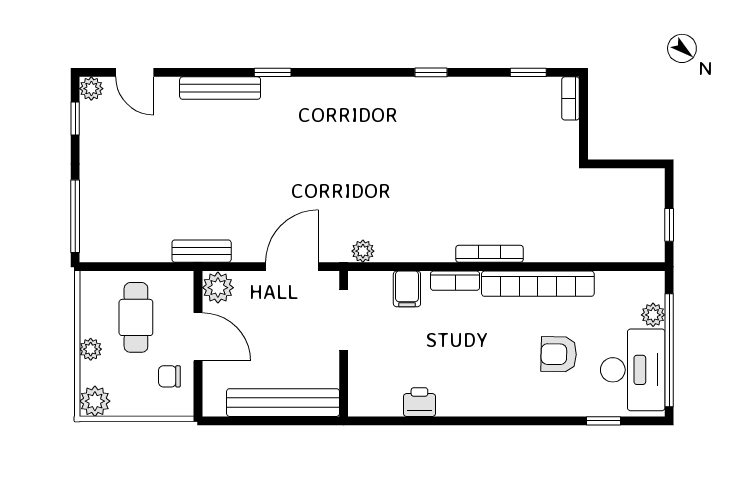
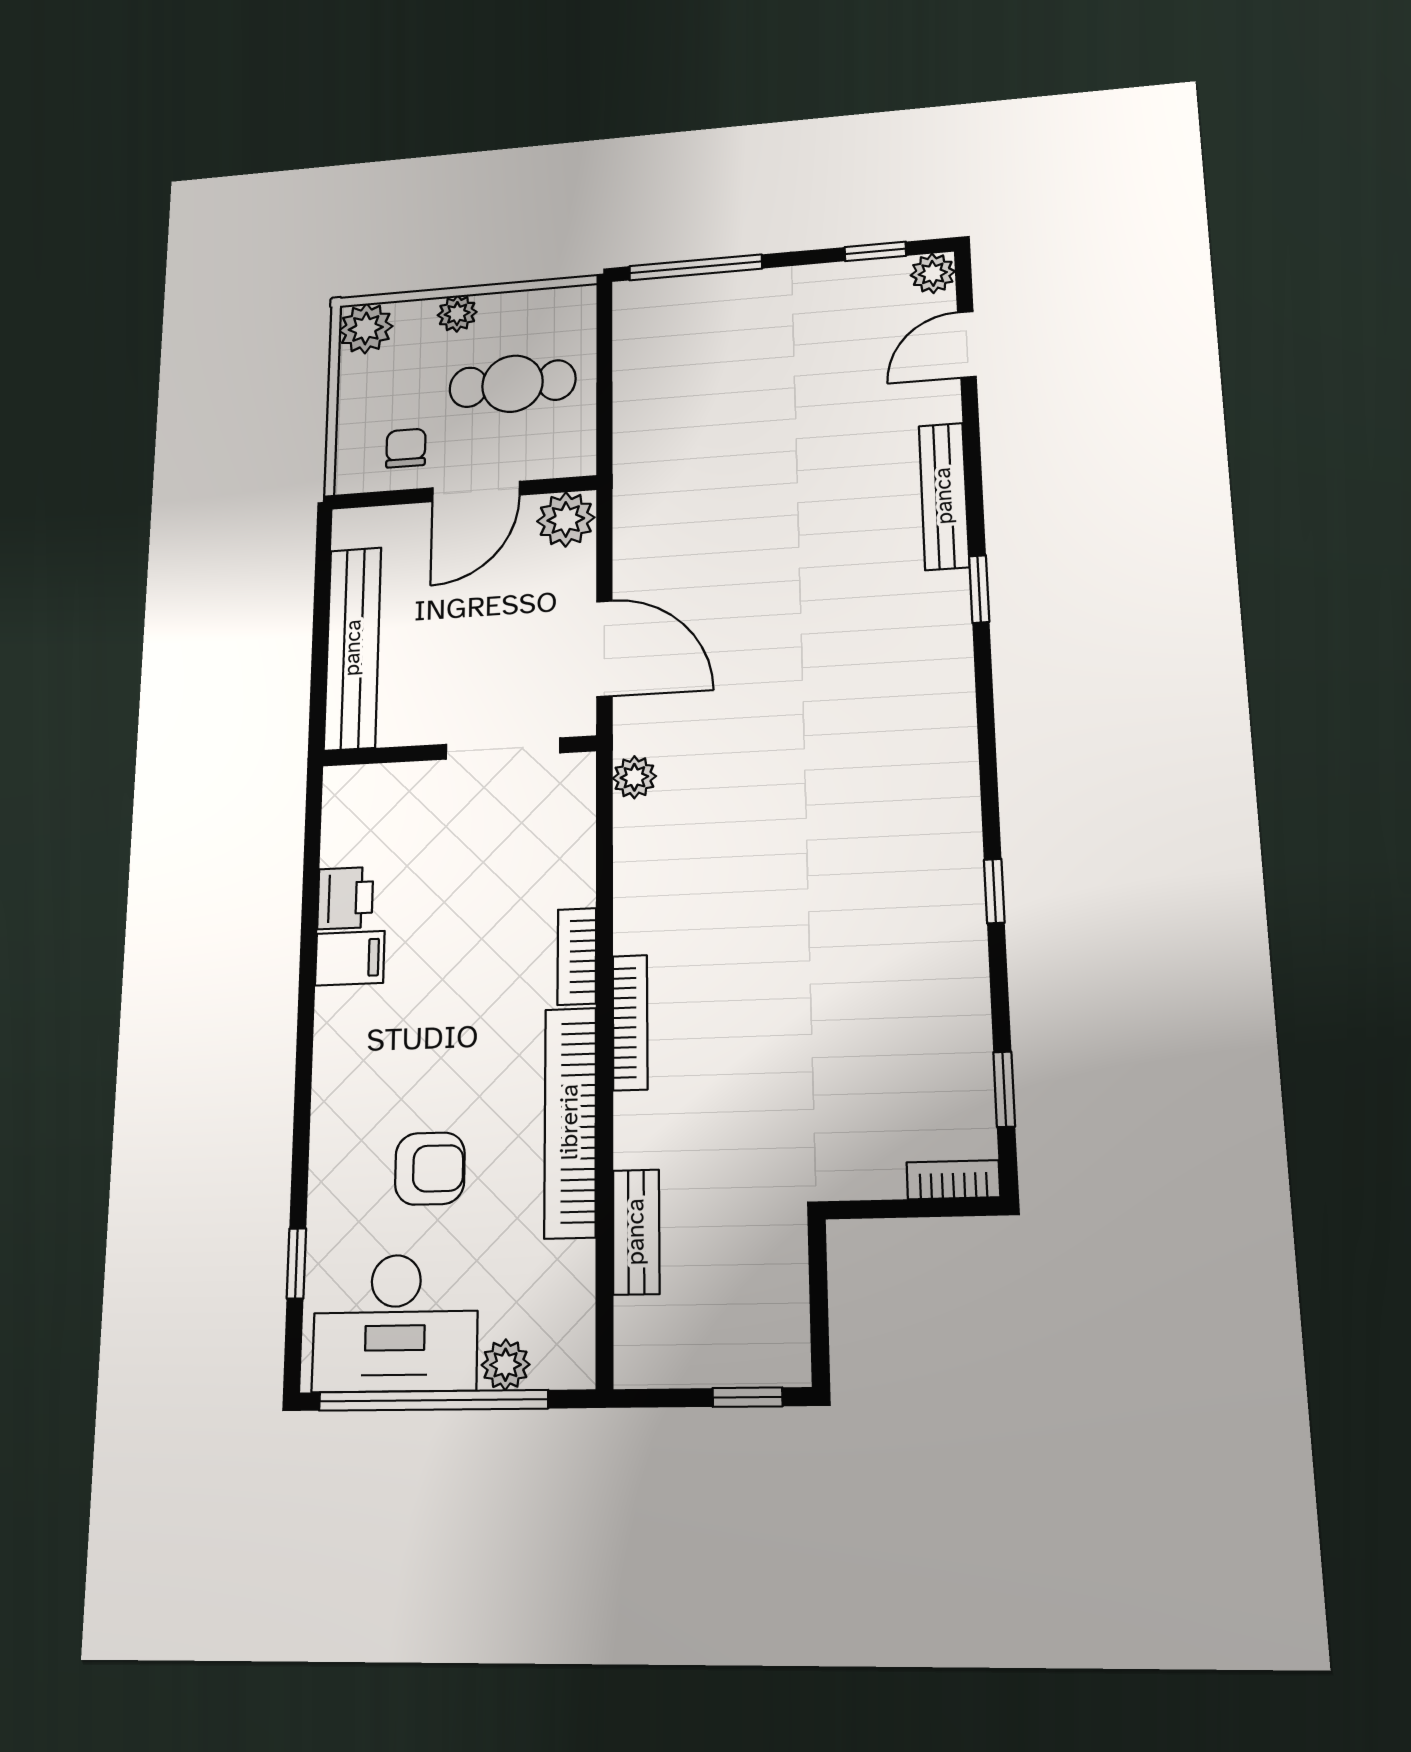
window: (669, 225) -> (747, 1397), moved
bench: (202, 251) -> (636, 1232), moved
filing cabinet: (407, 289) -> (350, 958), moved, turned 180
armchair: (559, 354) -> (430, 1169), turned 89

